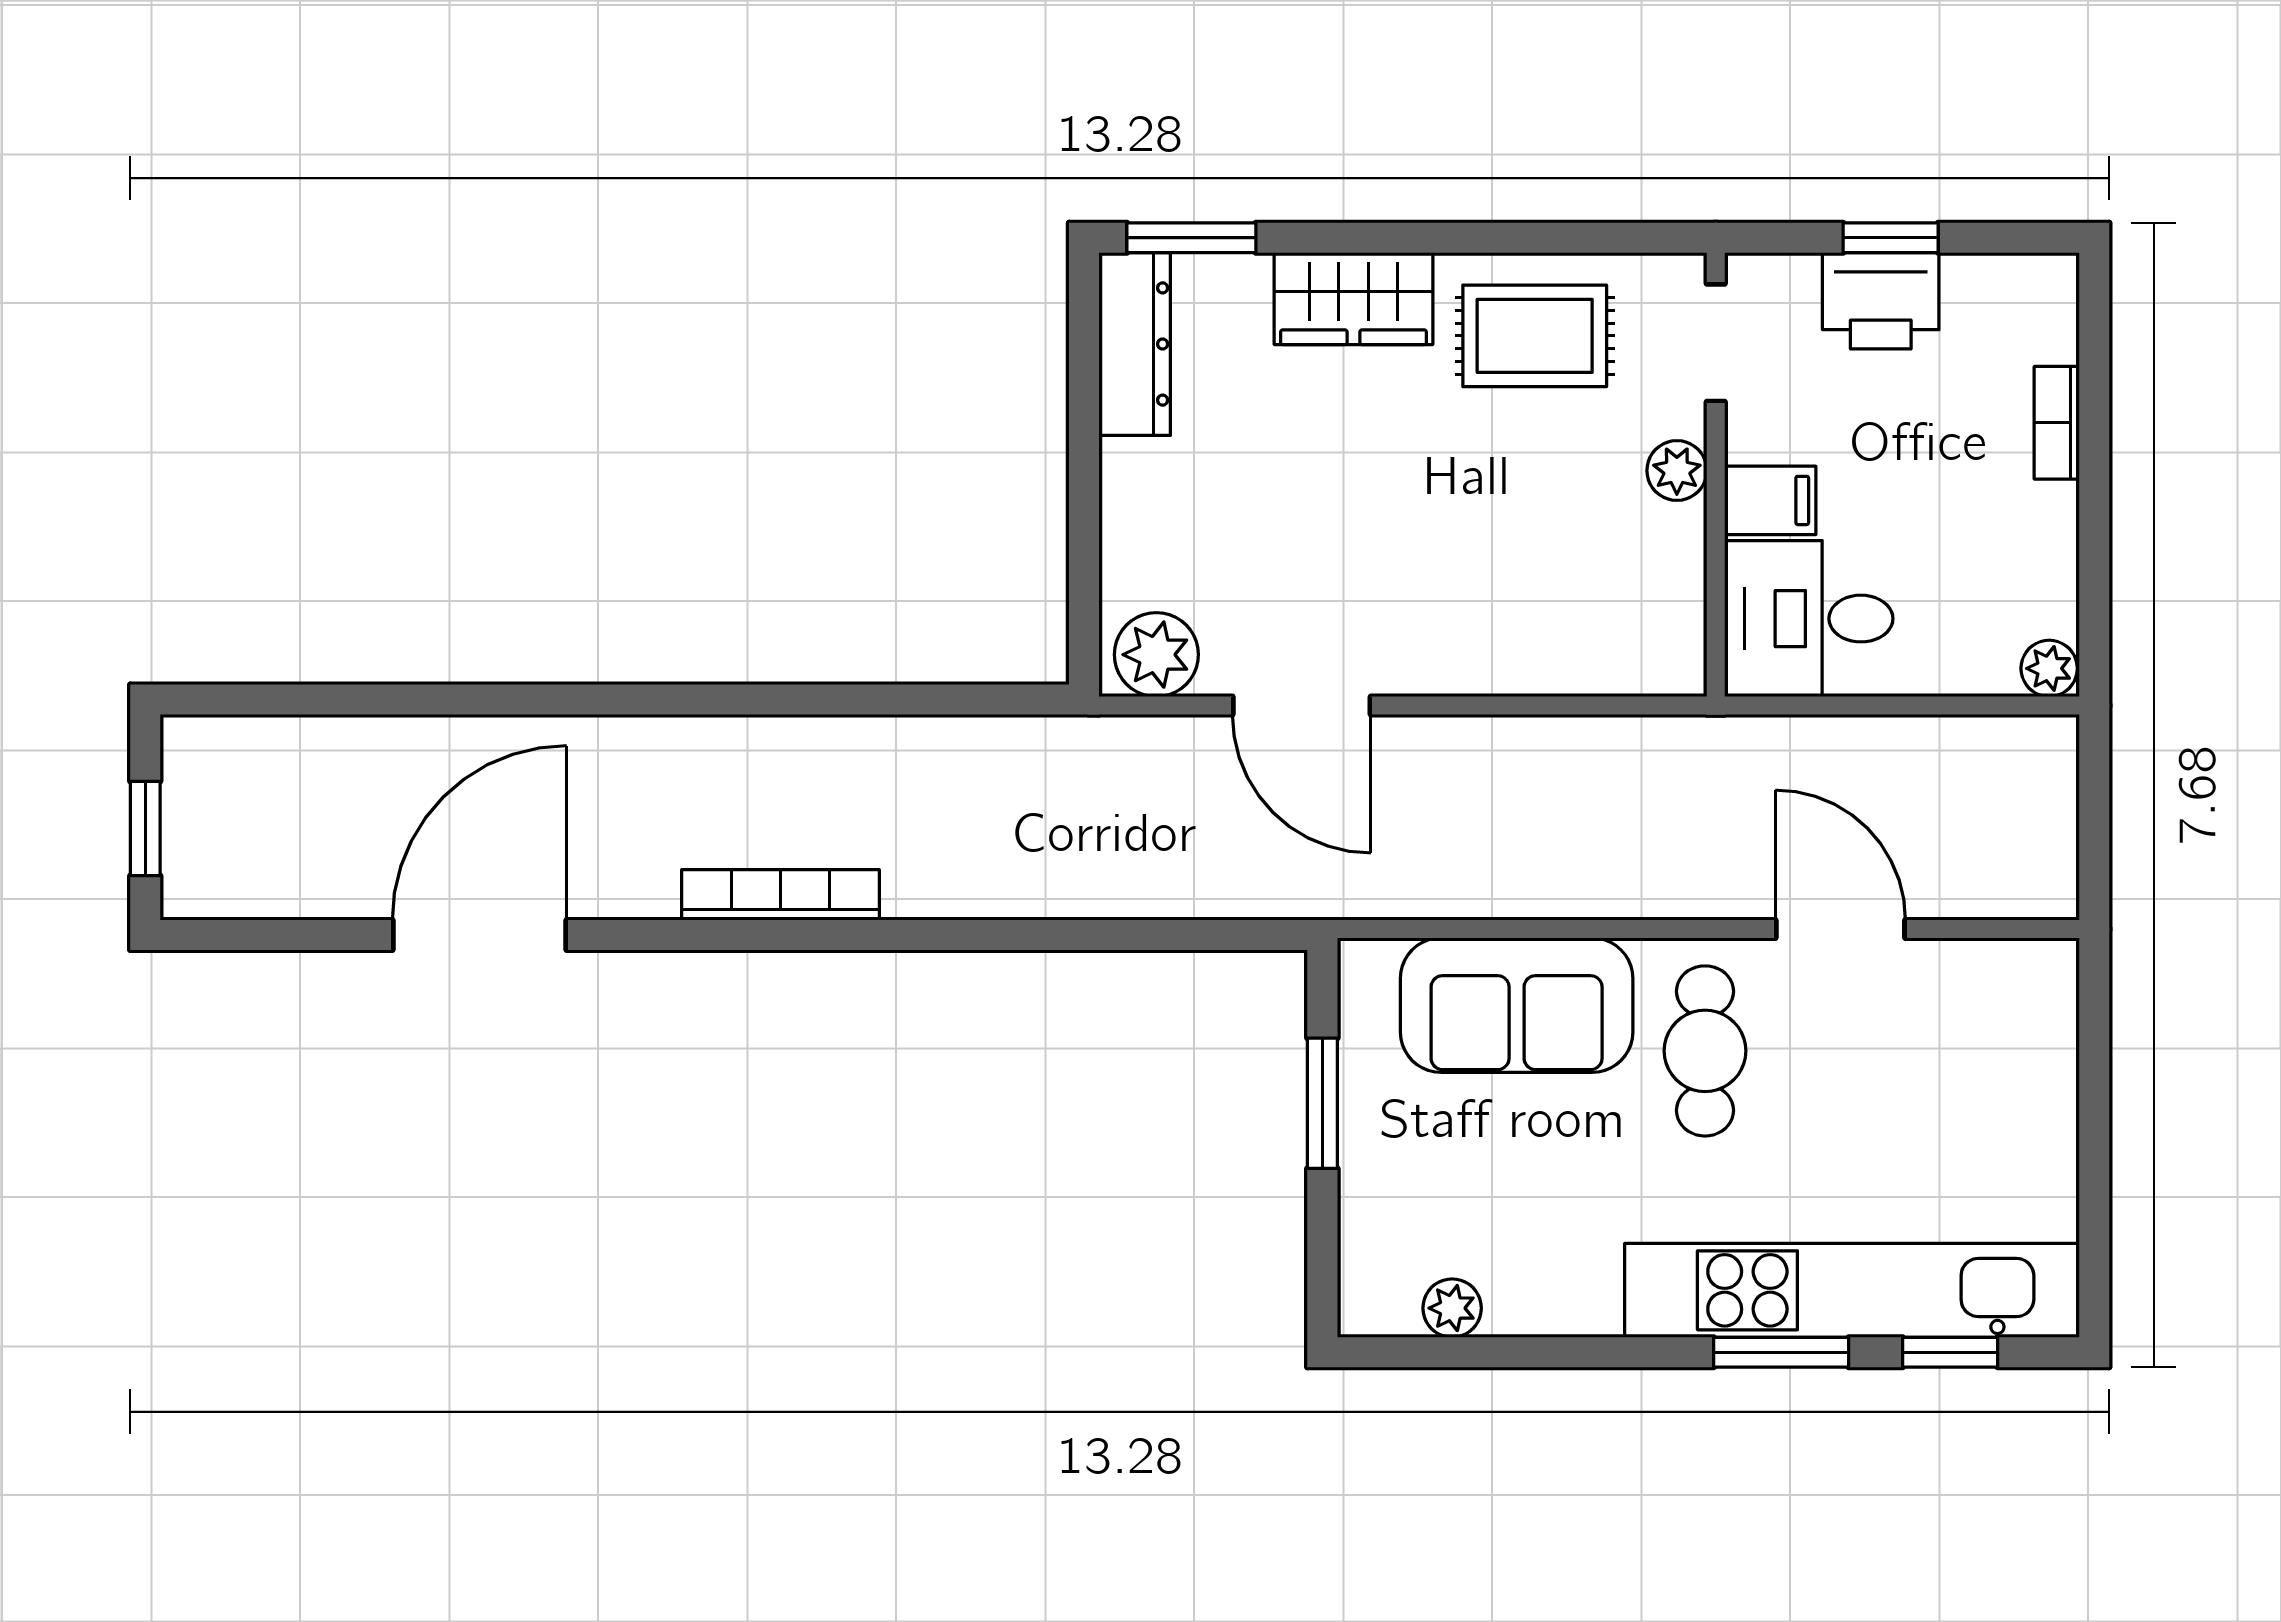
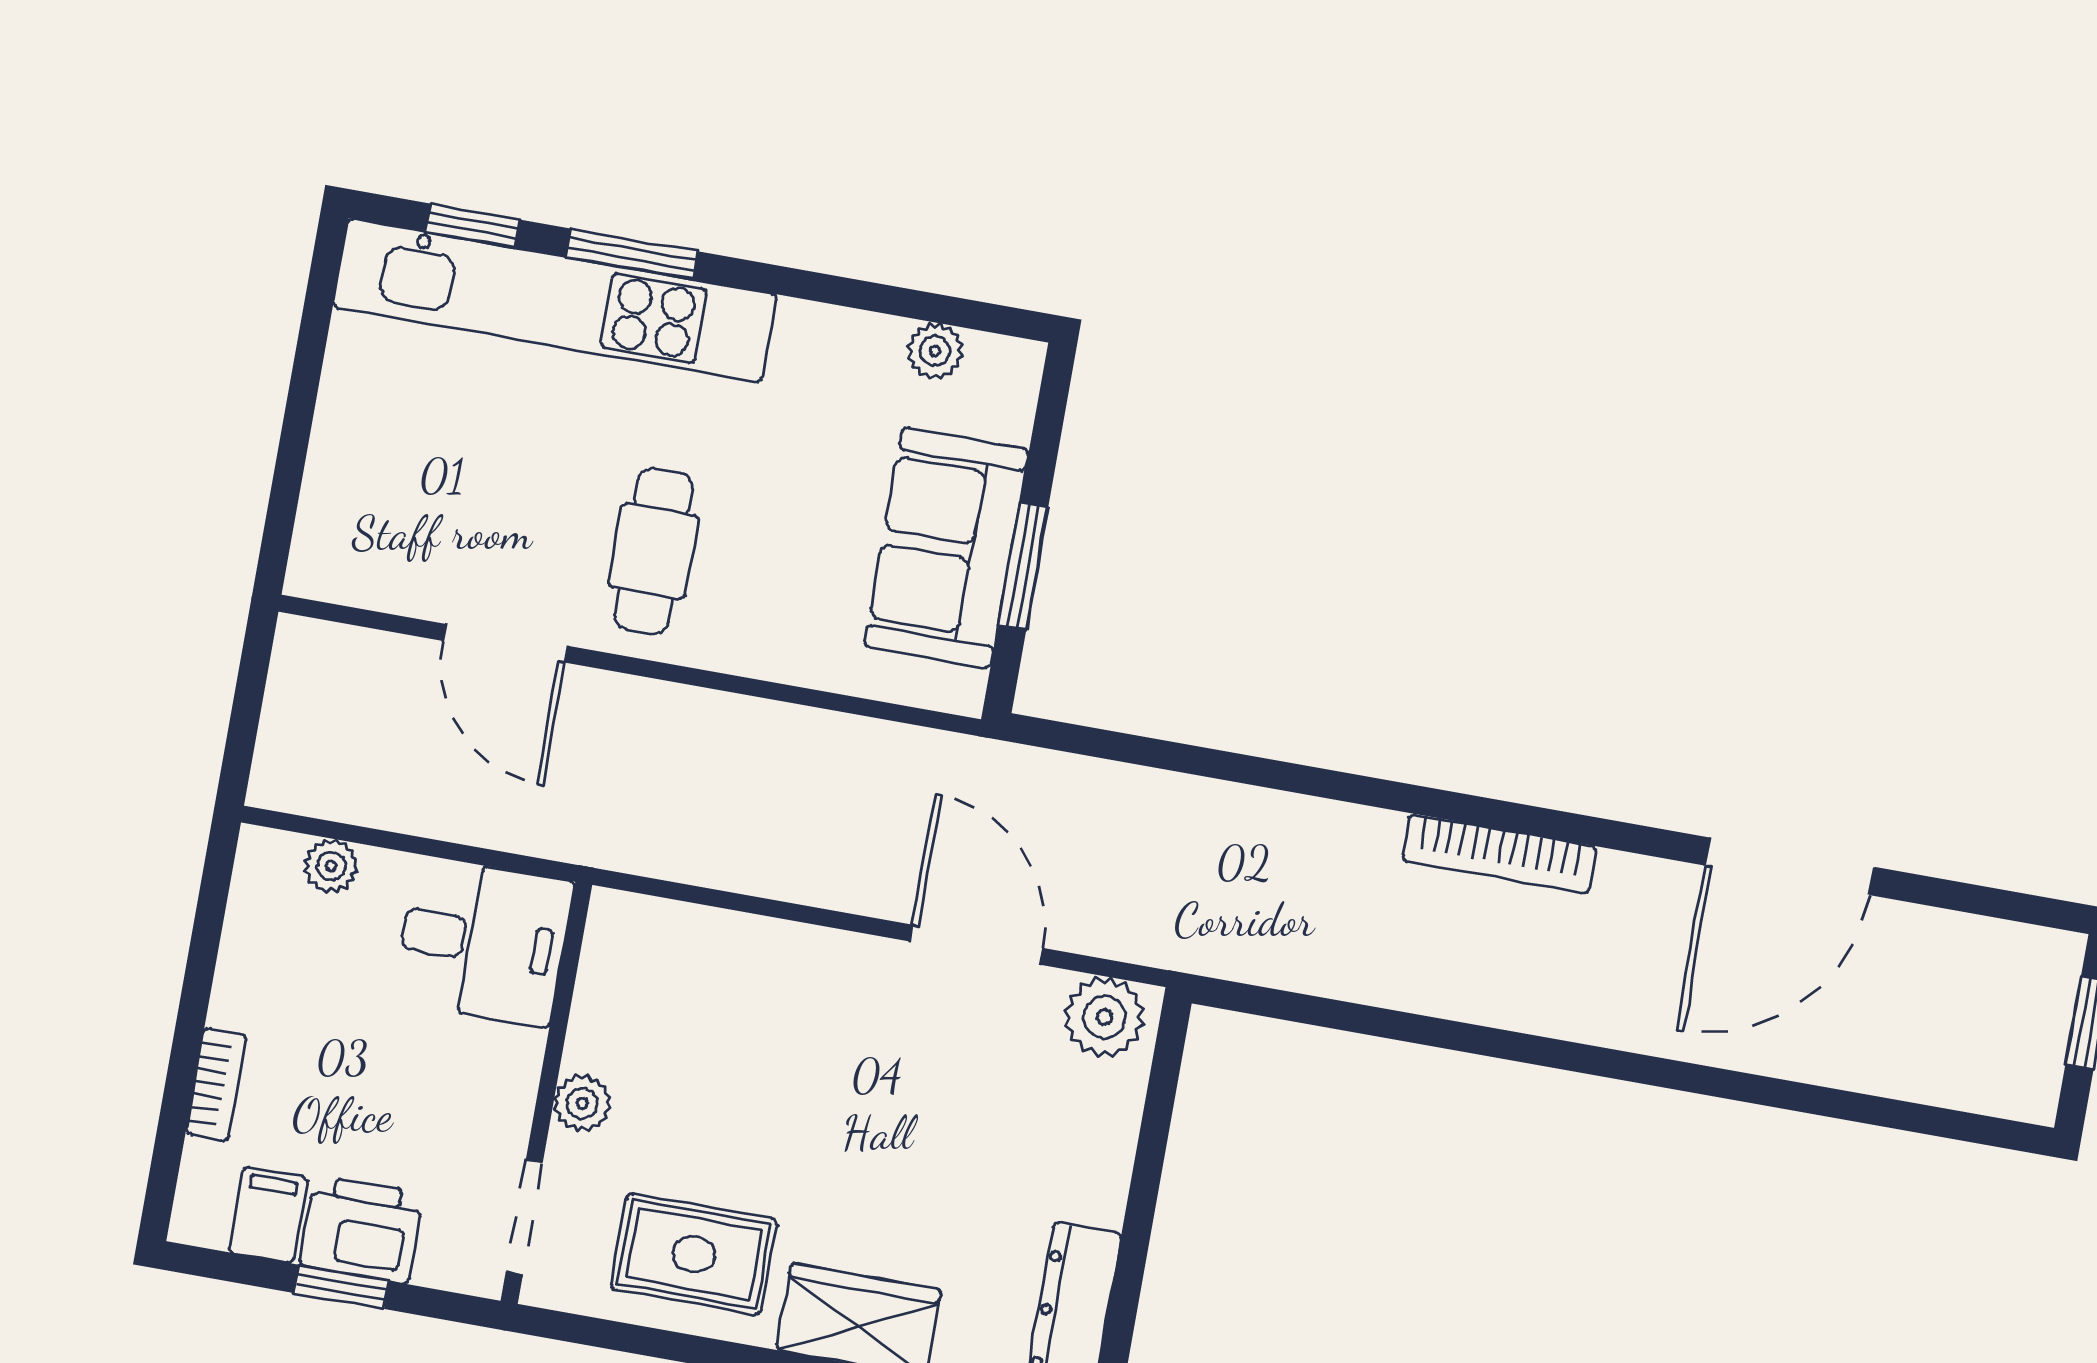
filing cabinet: (1770, 500) -> (268, 1215), moved, turned 90
plant: (2049, 668) -> (331, 866), moved
sofa: (1517, 1005) -> (946, 548), moved, turned -90

